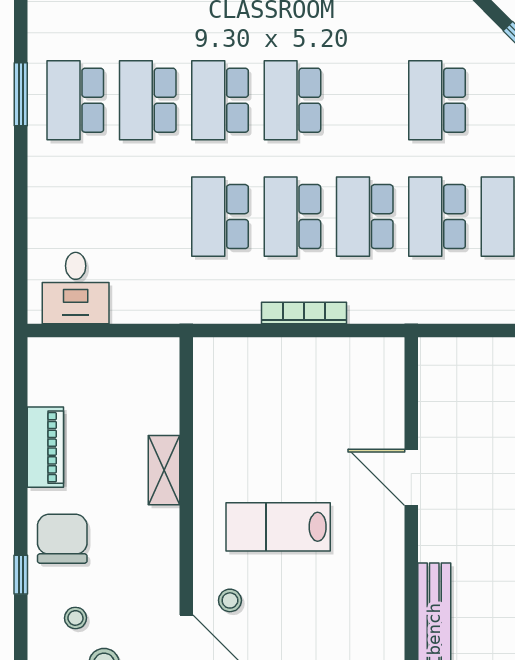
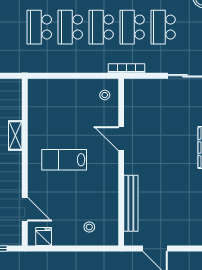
bookcase: (304, 313) -> (126, 68), moved
stool: (230, 600) -> (105, 95), moved

